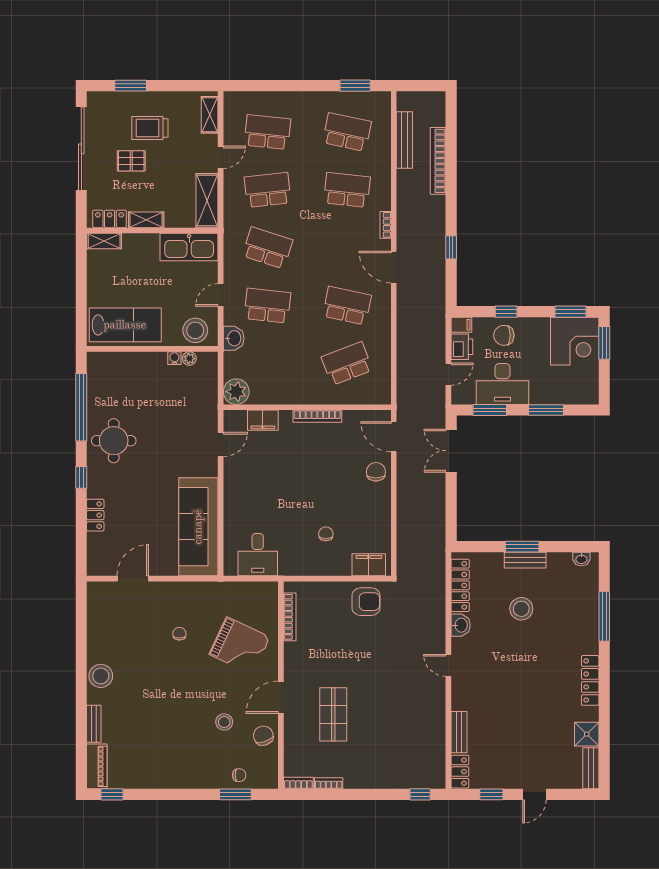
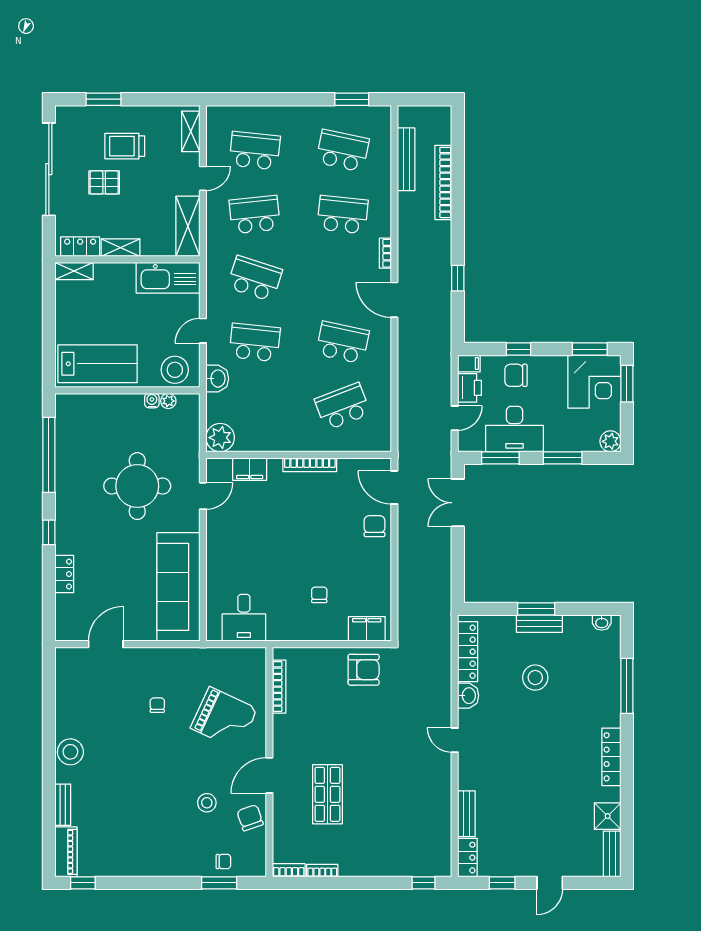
plant: (589, 395) -> (610, 441), added
round table: (114, 441) -> (137, 486), moved, width x1.36, depth x1.36

